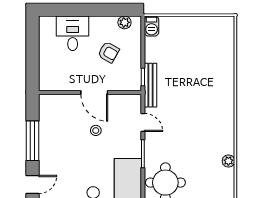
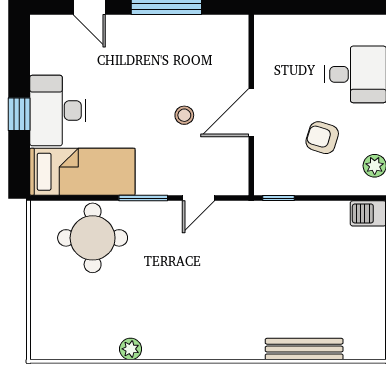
armchair: (109, 52) -> (322, 138), turned 77
bench: (150, 85) -> (304, 349), moved

